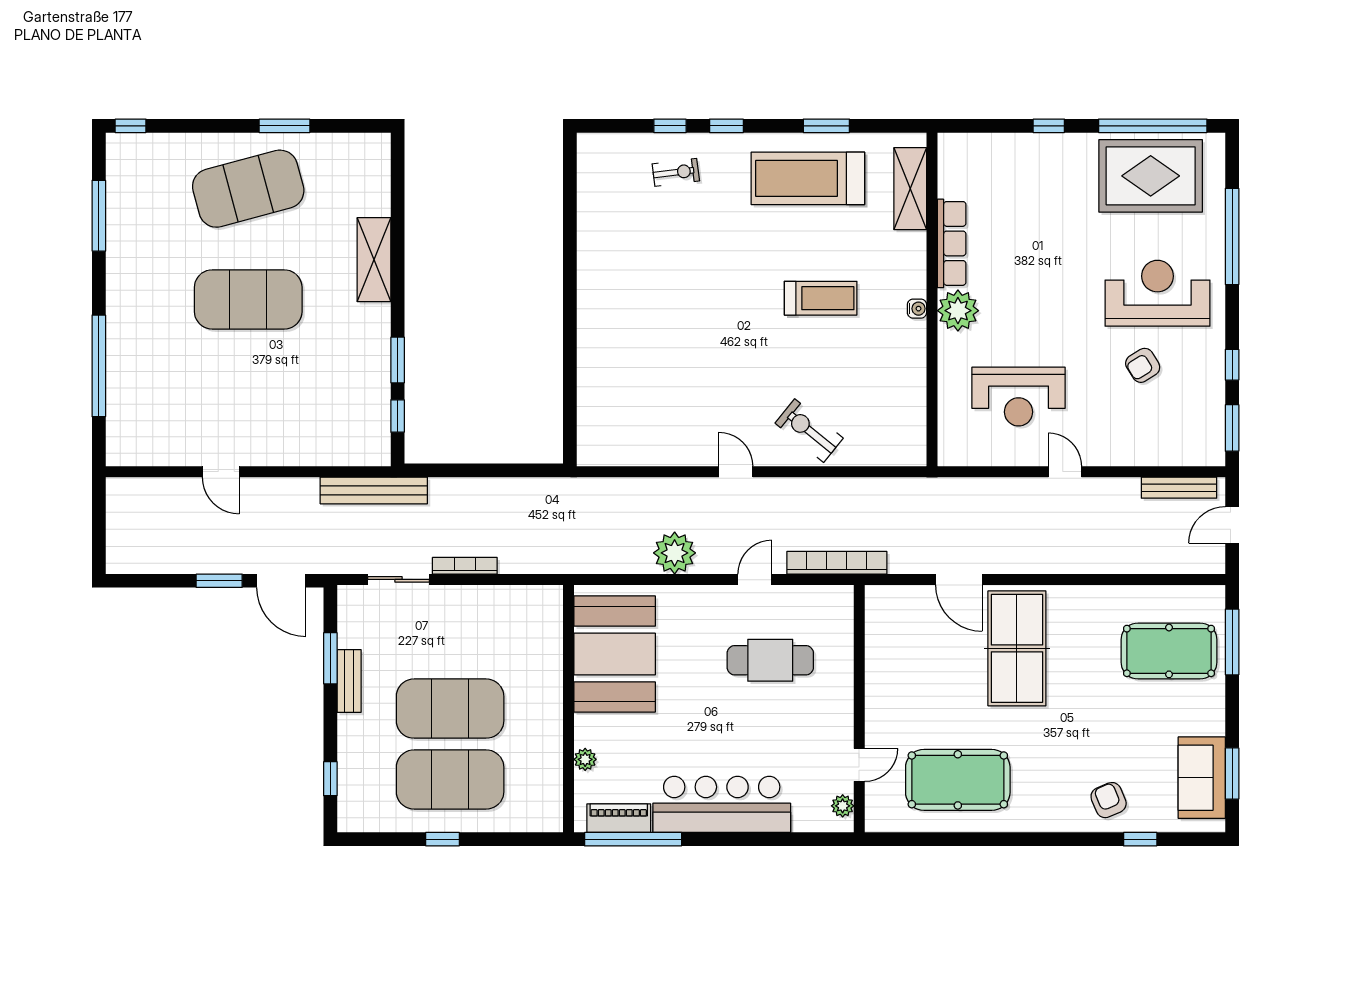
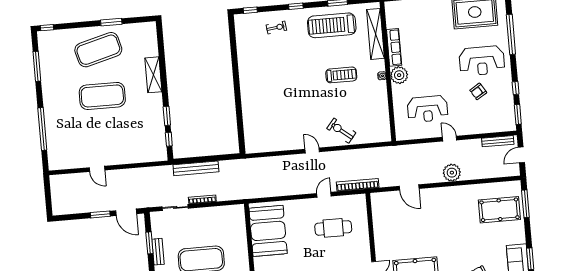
window: (670, 126) -> (250, 10), moved
shelving: (910, 189) -> (375, 34), width x1.47
reception desk: (1157, 293) -> (482, 61), turned 180
bench: (374, 490) -> (196, 168), moved
plant: (675, 553) -> (452, 173), moved
table tennis table: (1017, 648) -> (436, 214), removed

